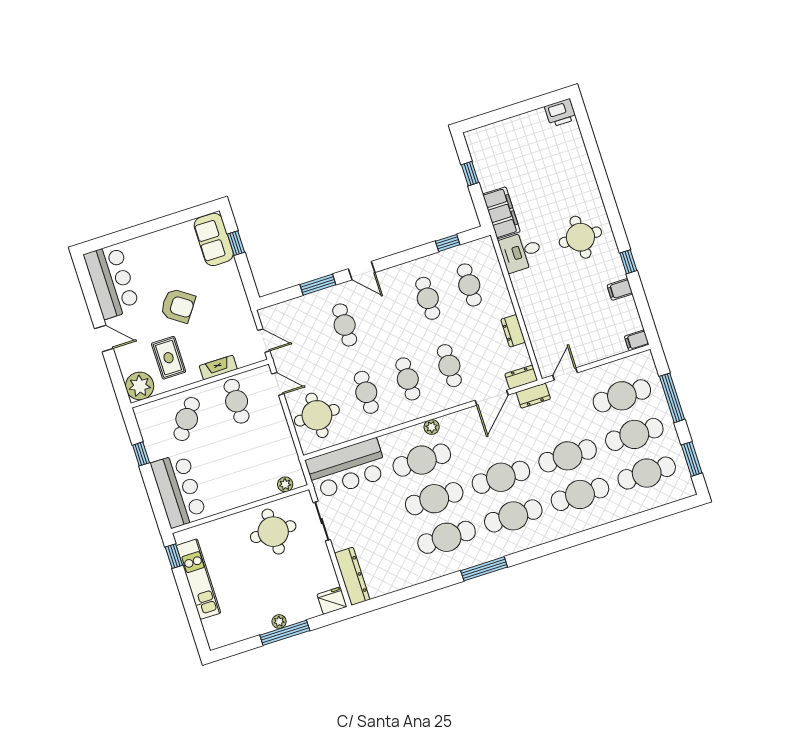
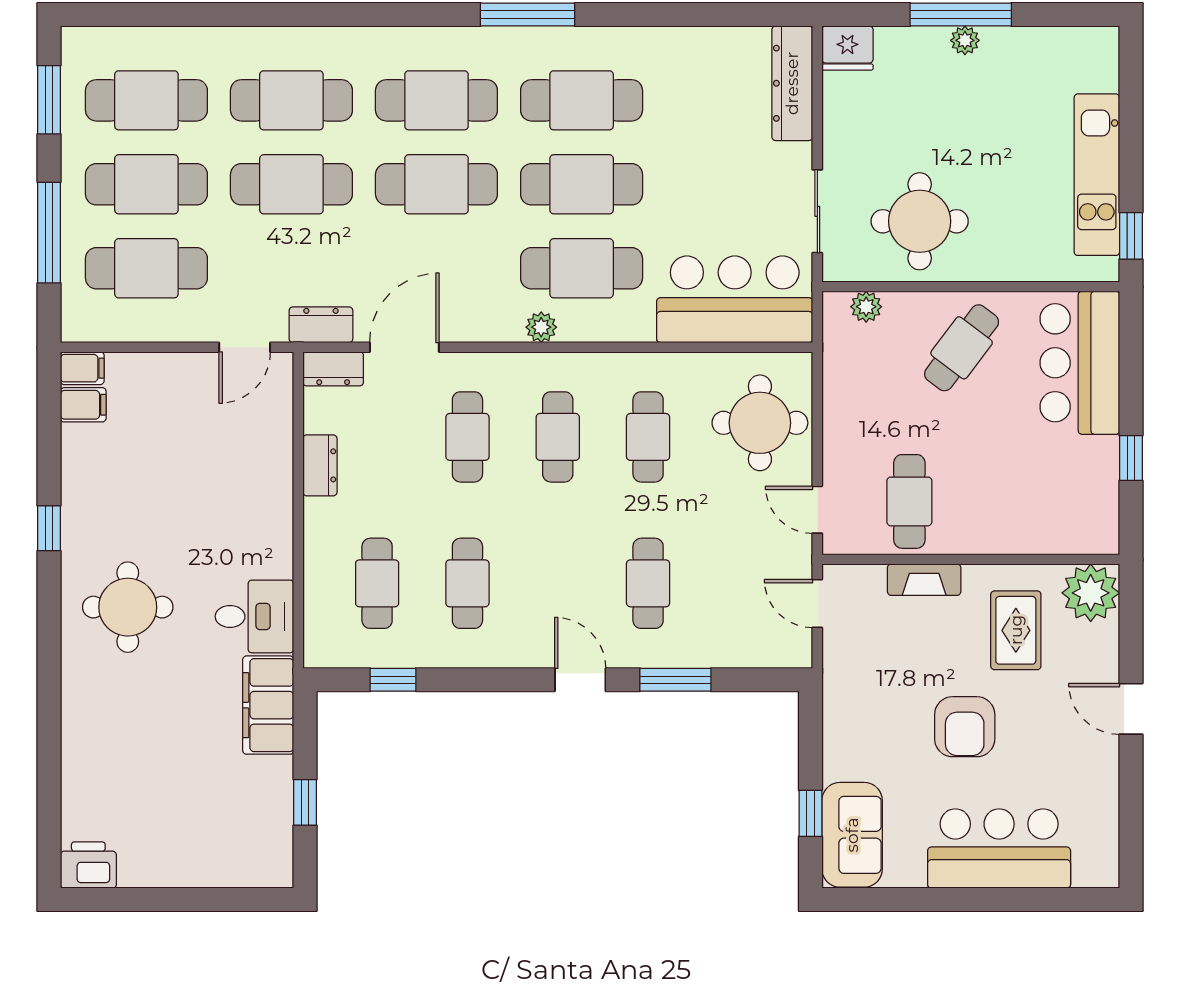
bar counter: (112, 281) -> (999, 849), moved, turned 90
filing cabinet: (620, 289) -> (83, 405), moved
armchair: (178, 306) -> (965, 727), turned -125
cafe table: (187, 419) -> (962, 348), moved

